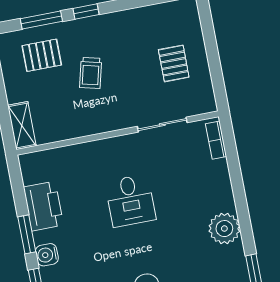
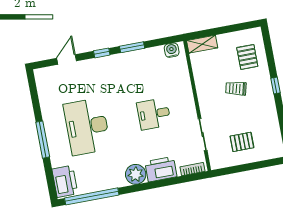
window: (41, 20) -> (270, 57), removed
printer: (43, 206) -> (161, 169), moved, turned 180
water cooler: (47, 255) -> (172, 50), moved

